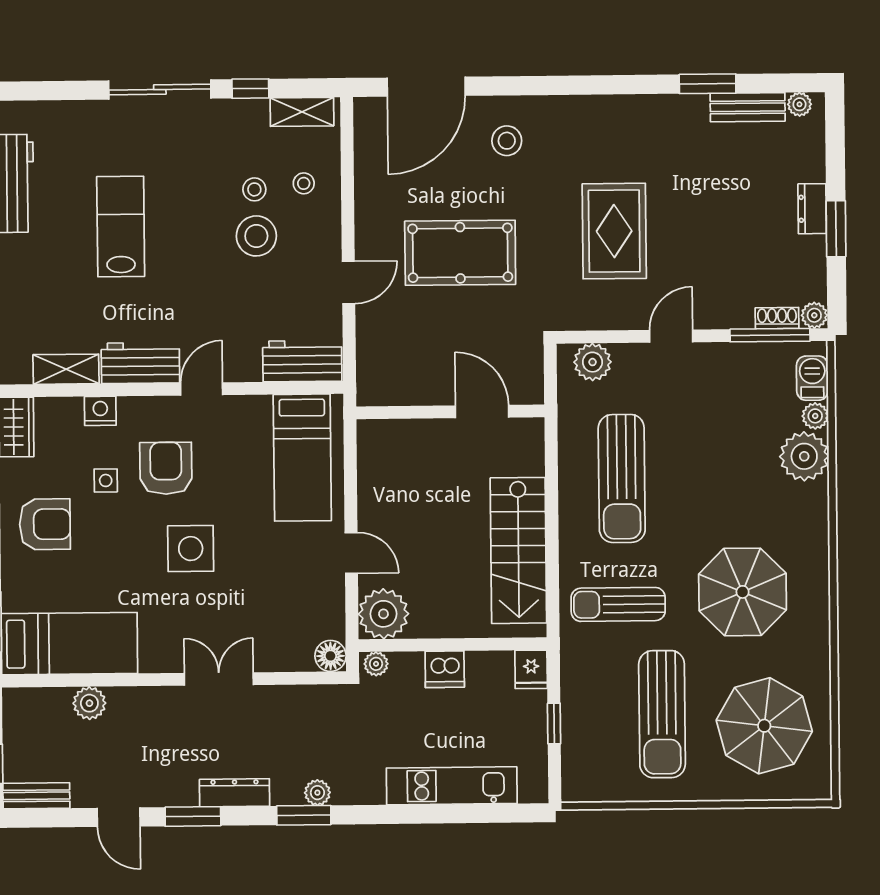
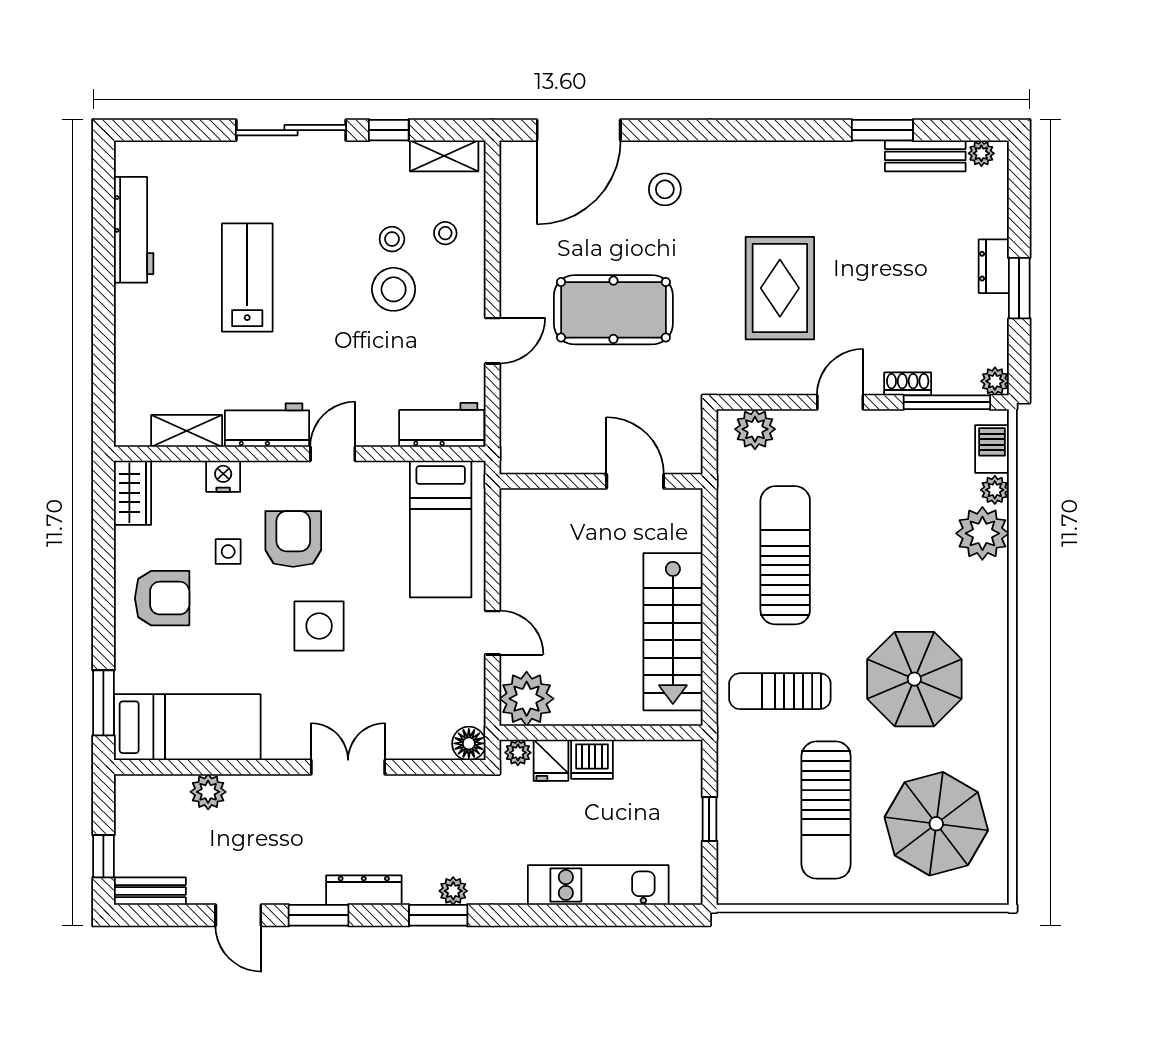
shoe rack: (777, 318) -> (908, 384), moved
sun lounger: (622, 479) -> (785, 555), turned 180
fridge: (531, 669) -> (551, 760), moved

